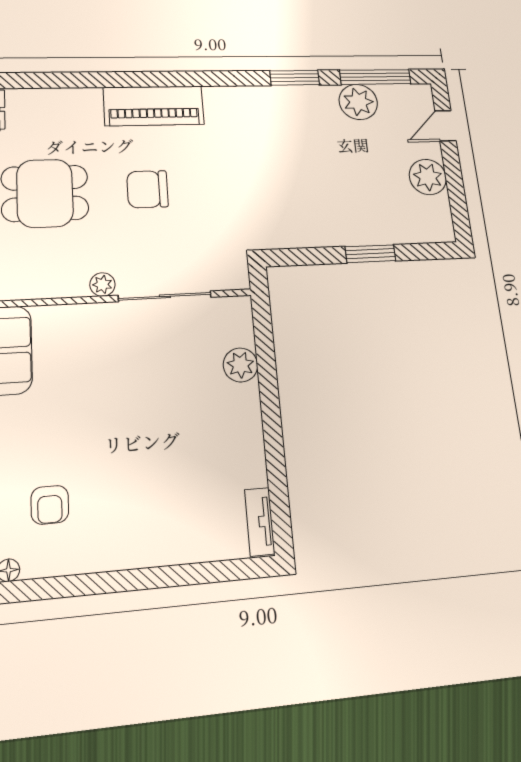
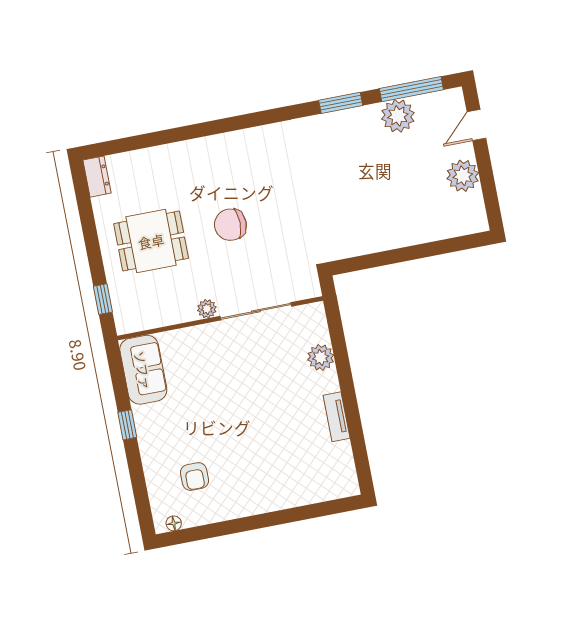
piano: (154, 106) -> (225, 150), removed
window: (370, 254) -> (417, 252), removed
tv unit: (260, 522) -> (337, 417), moved

